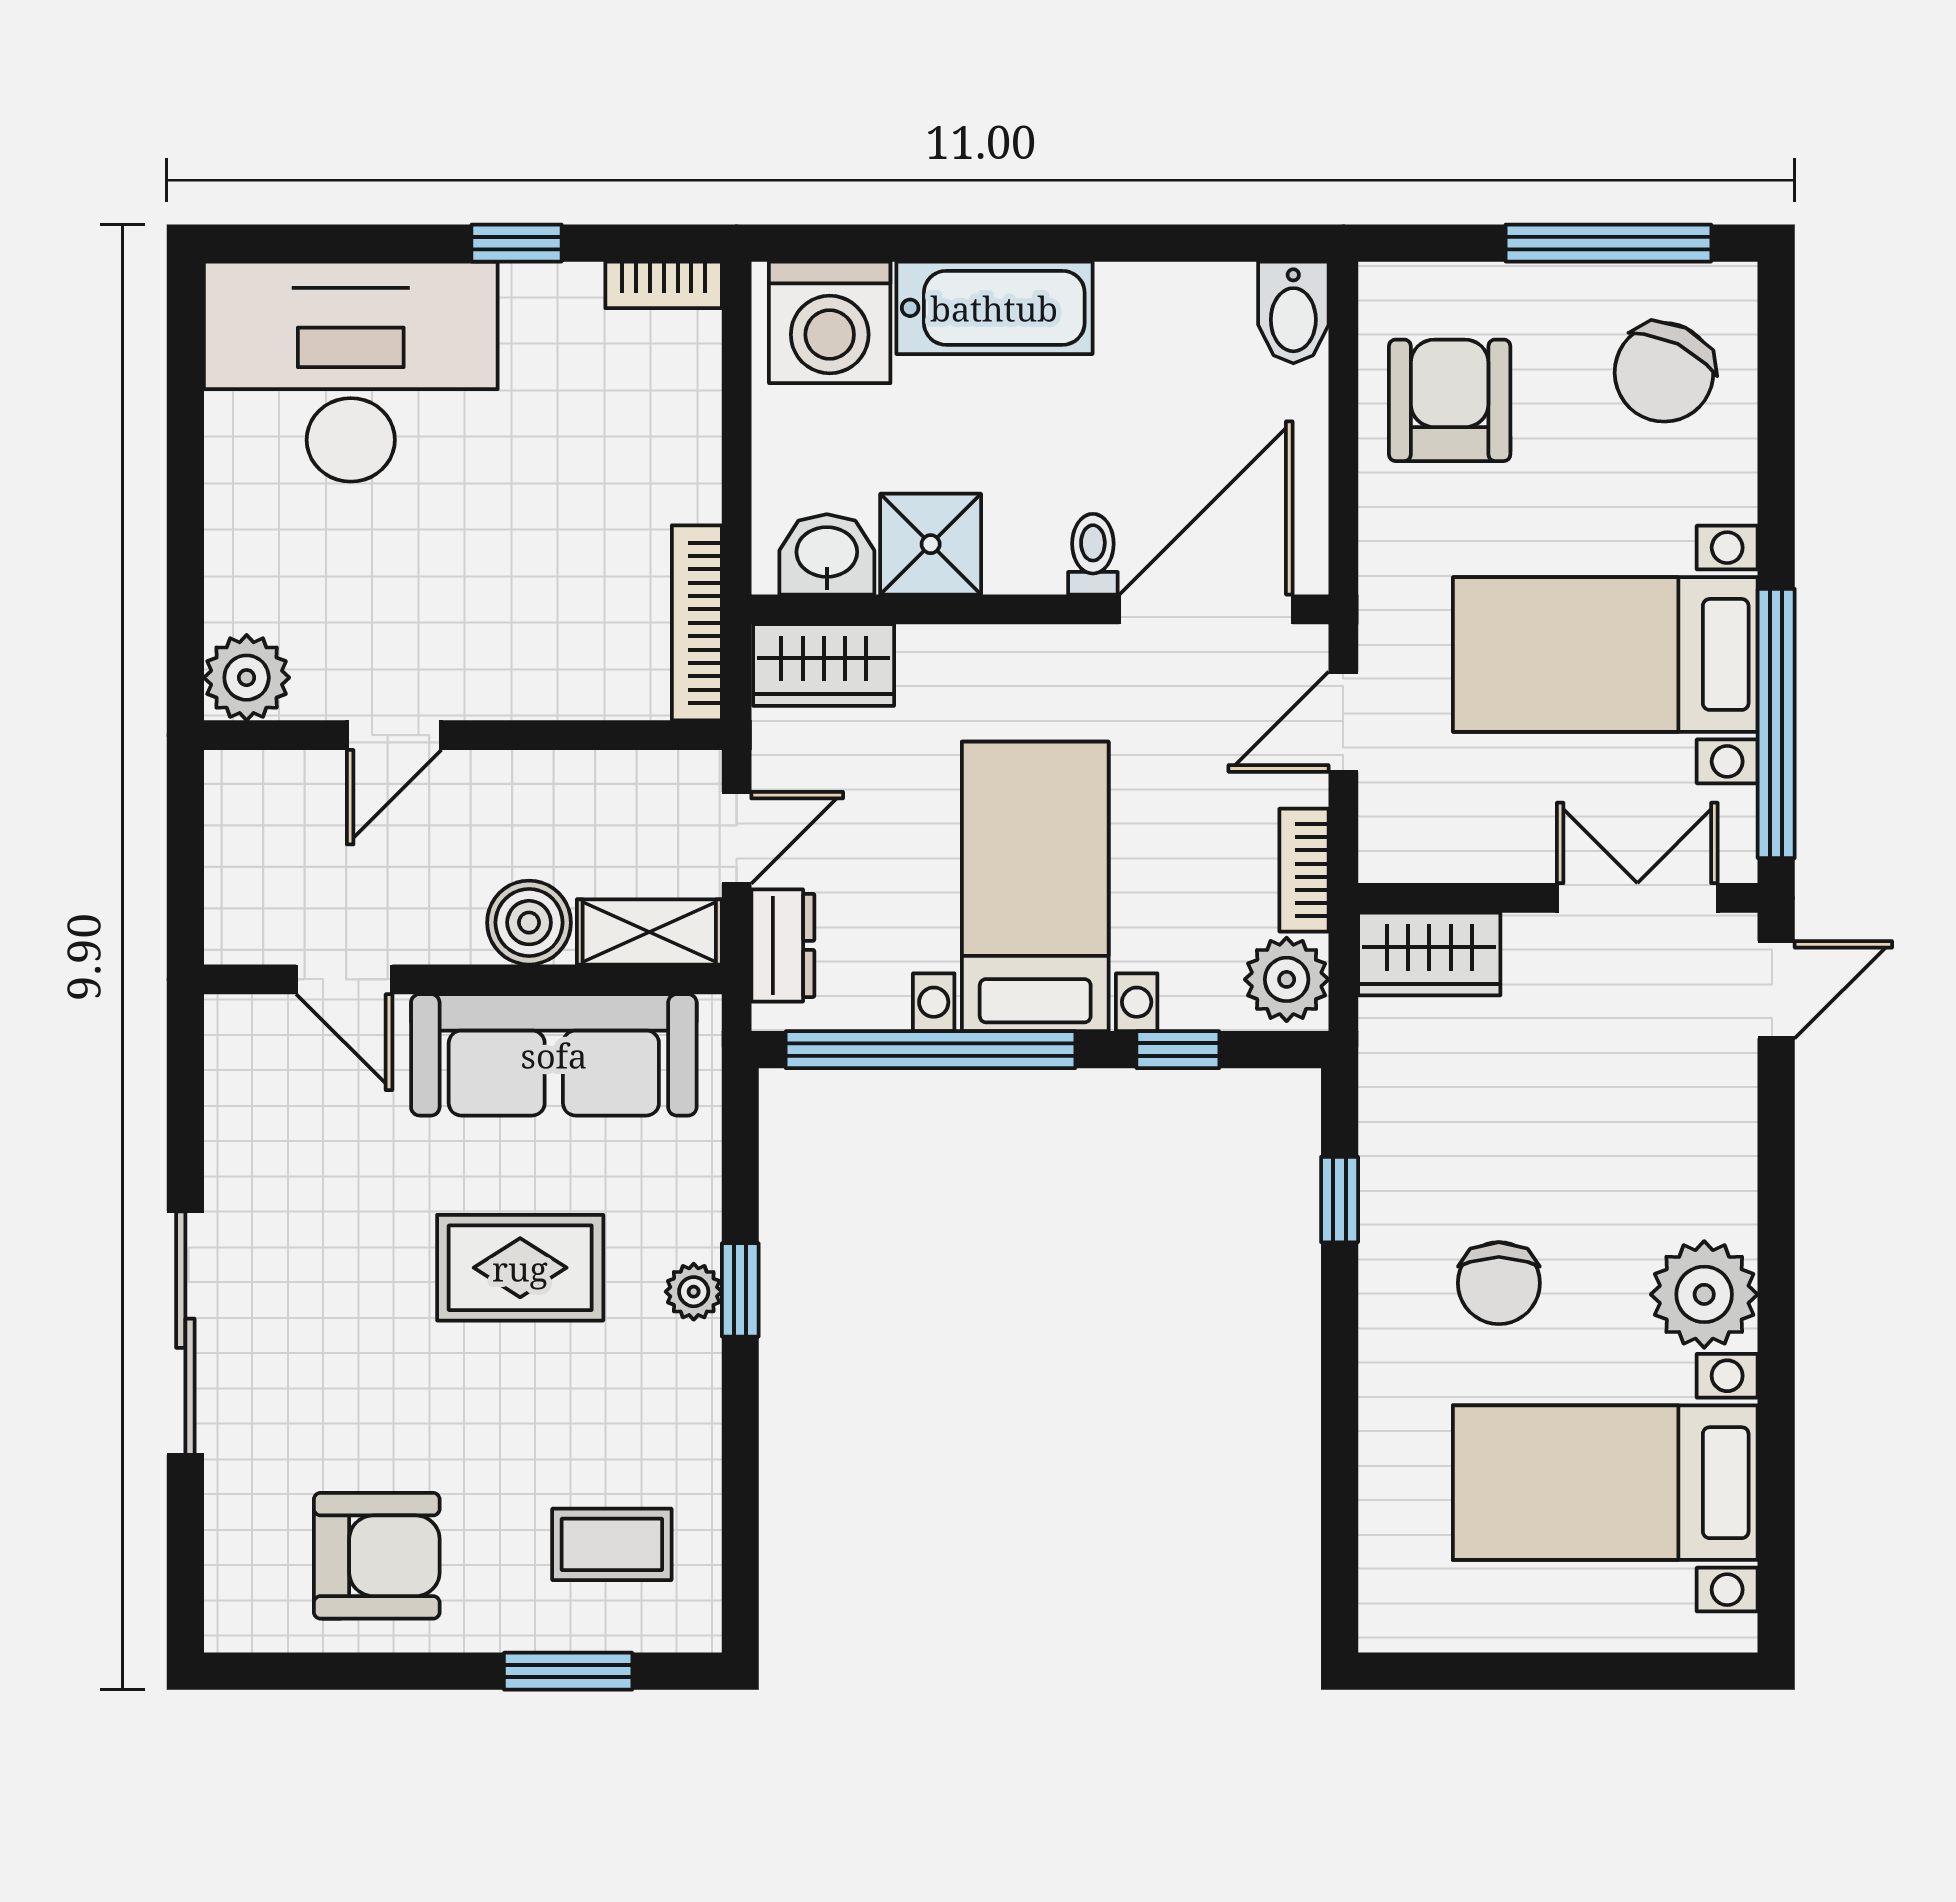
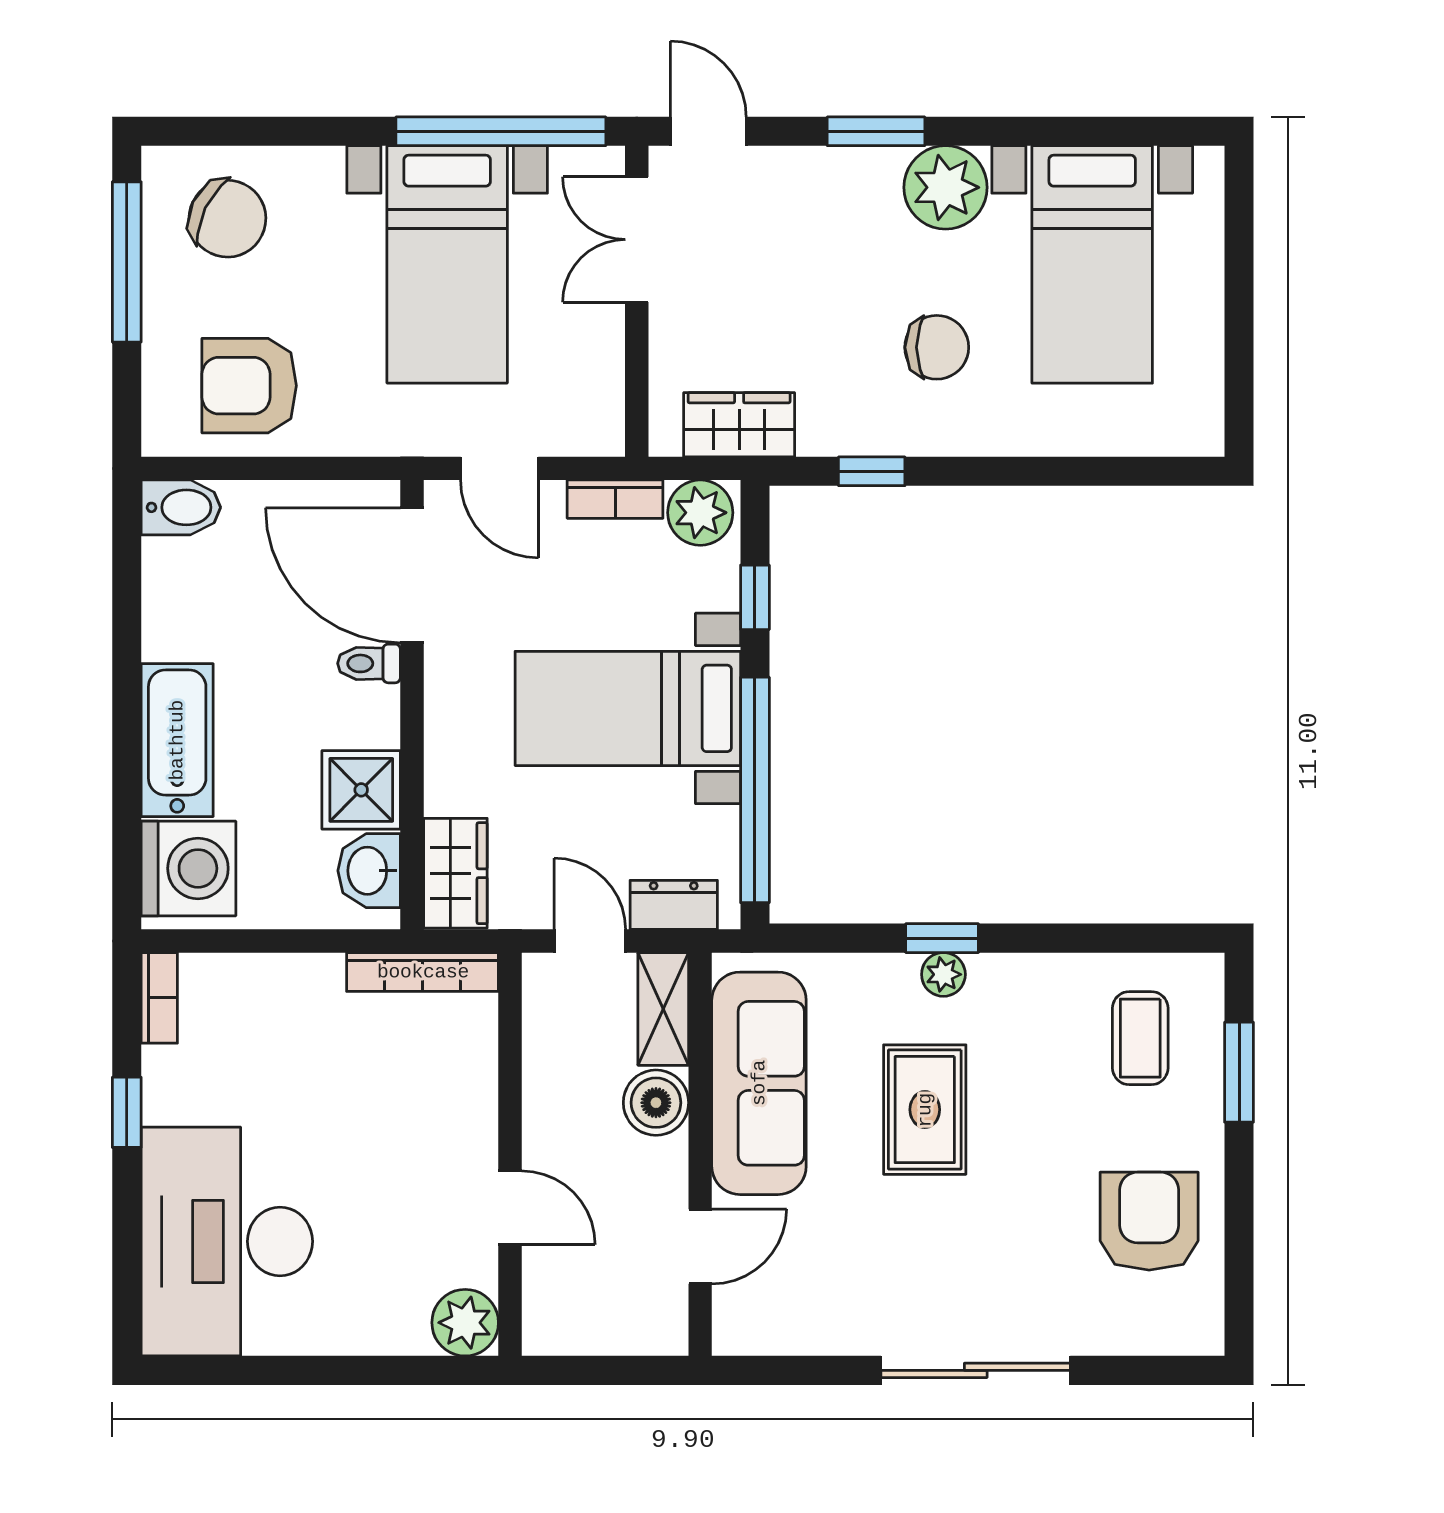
wardrobe: (1429, 954) -> (739, 425), moved, turned -90
window: (1776, 1205) -> (876, 131), added

